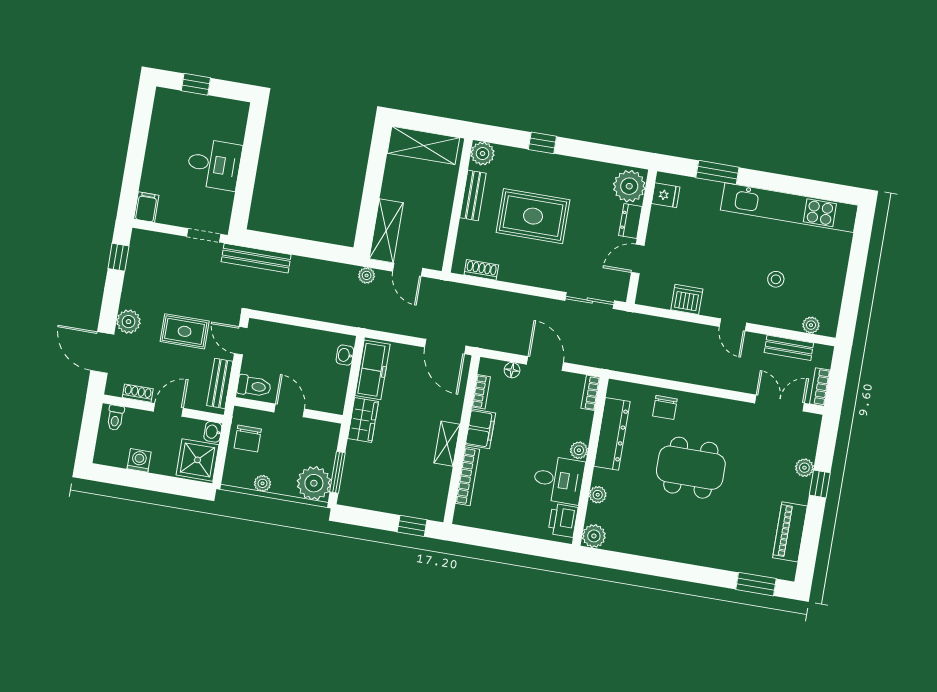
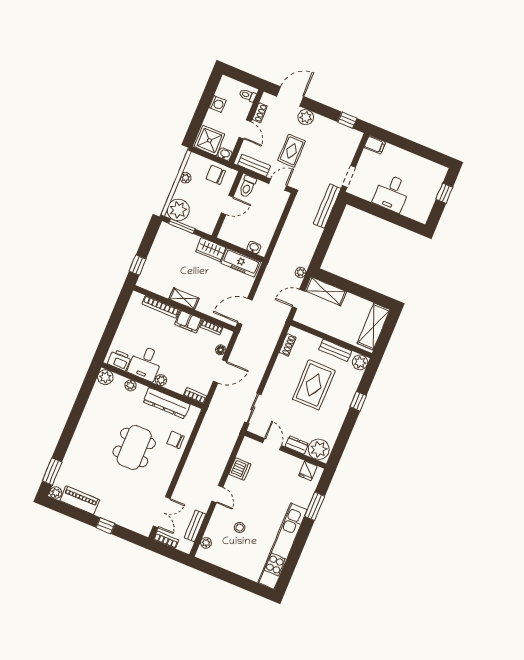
door: (733, 325) -> (217, 494), swing flipped
plant: (804, 468) -> (56, 493), moved

